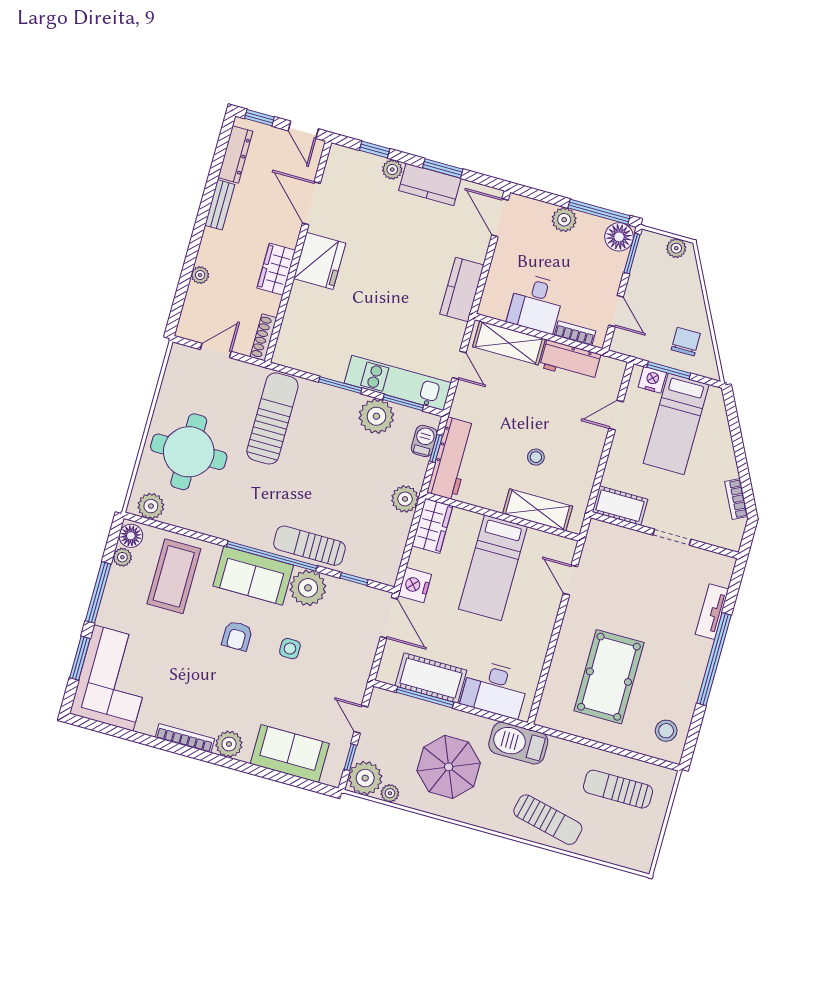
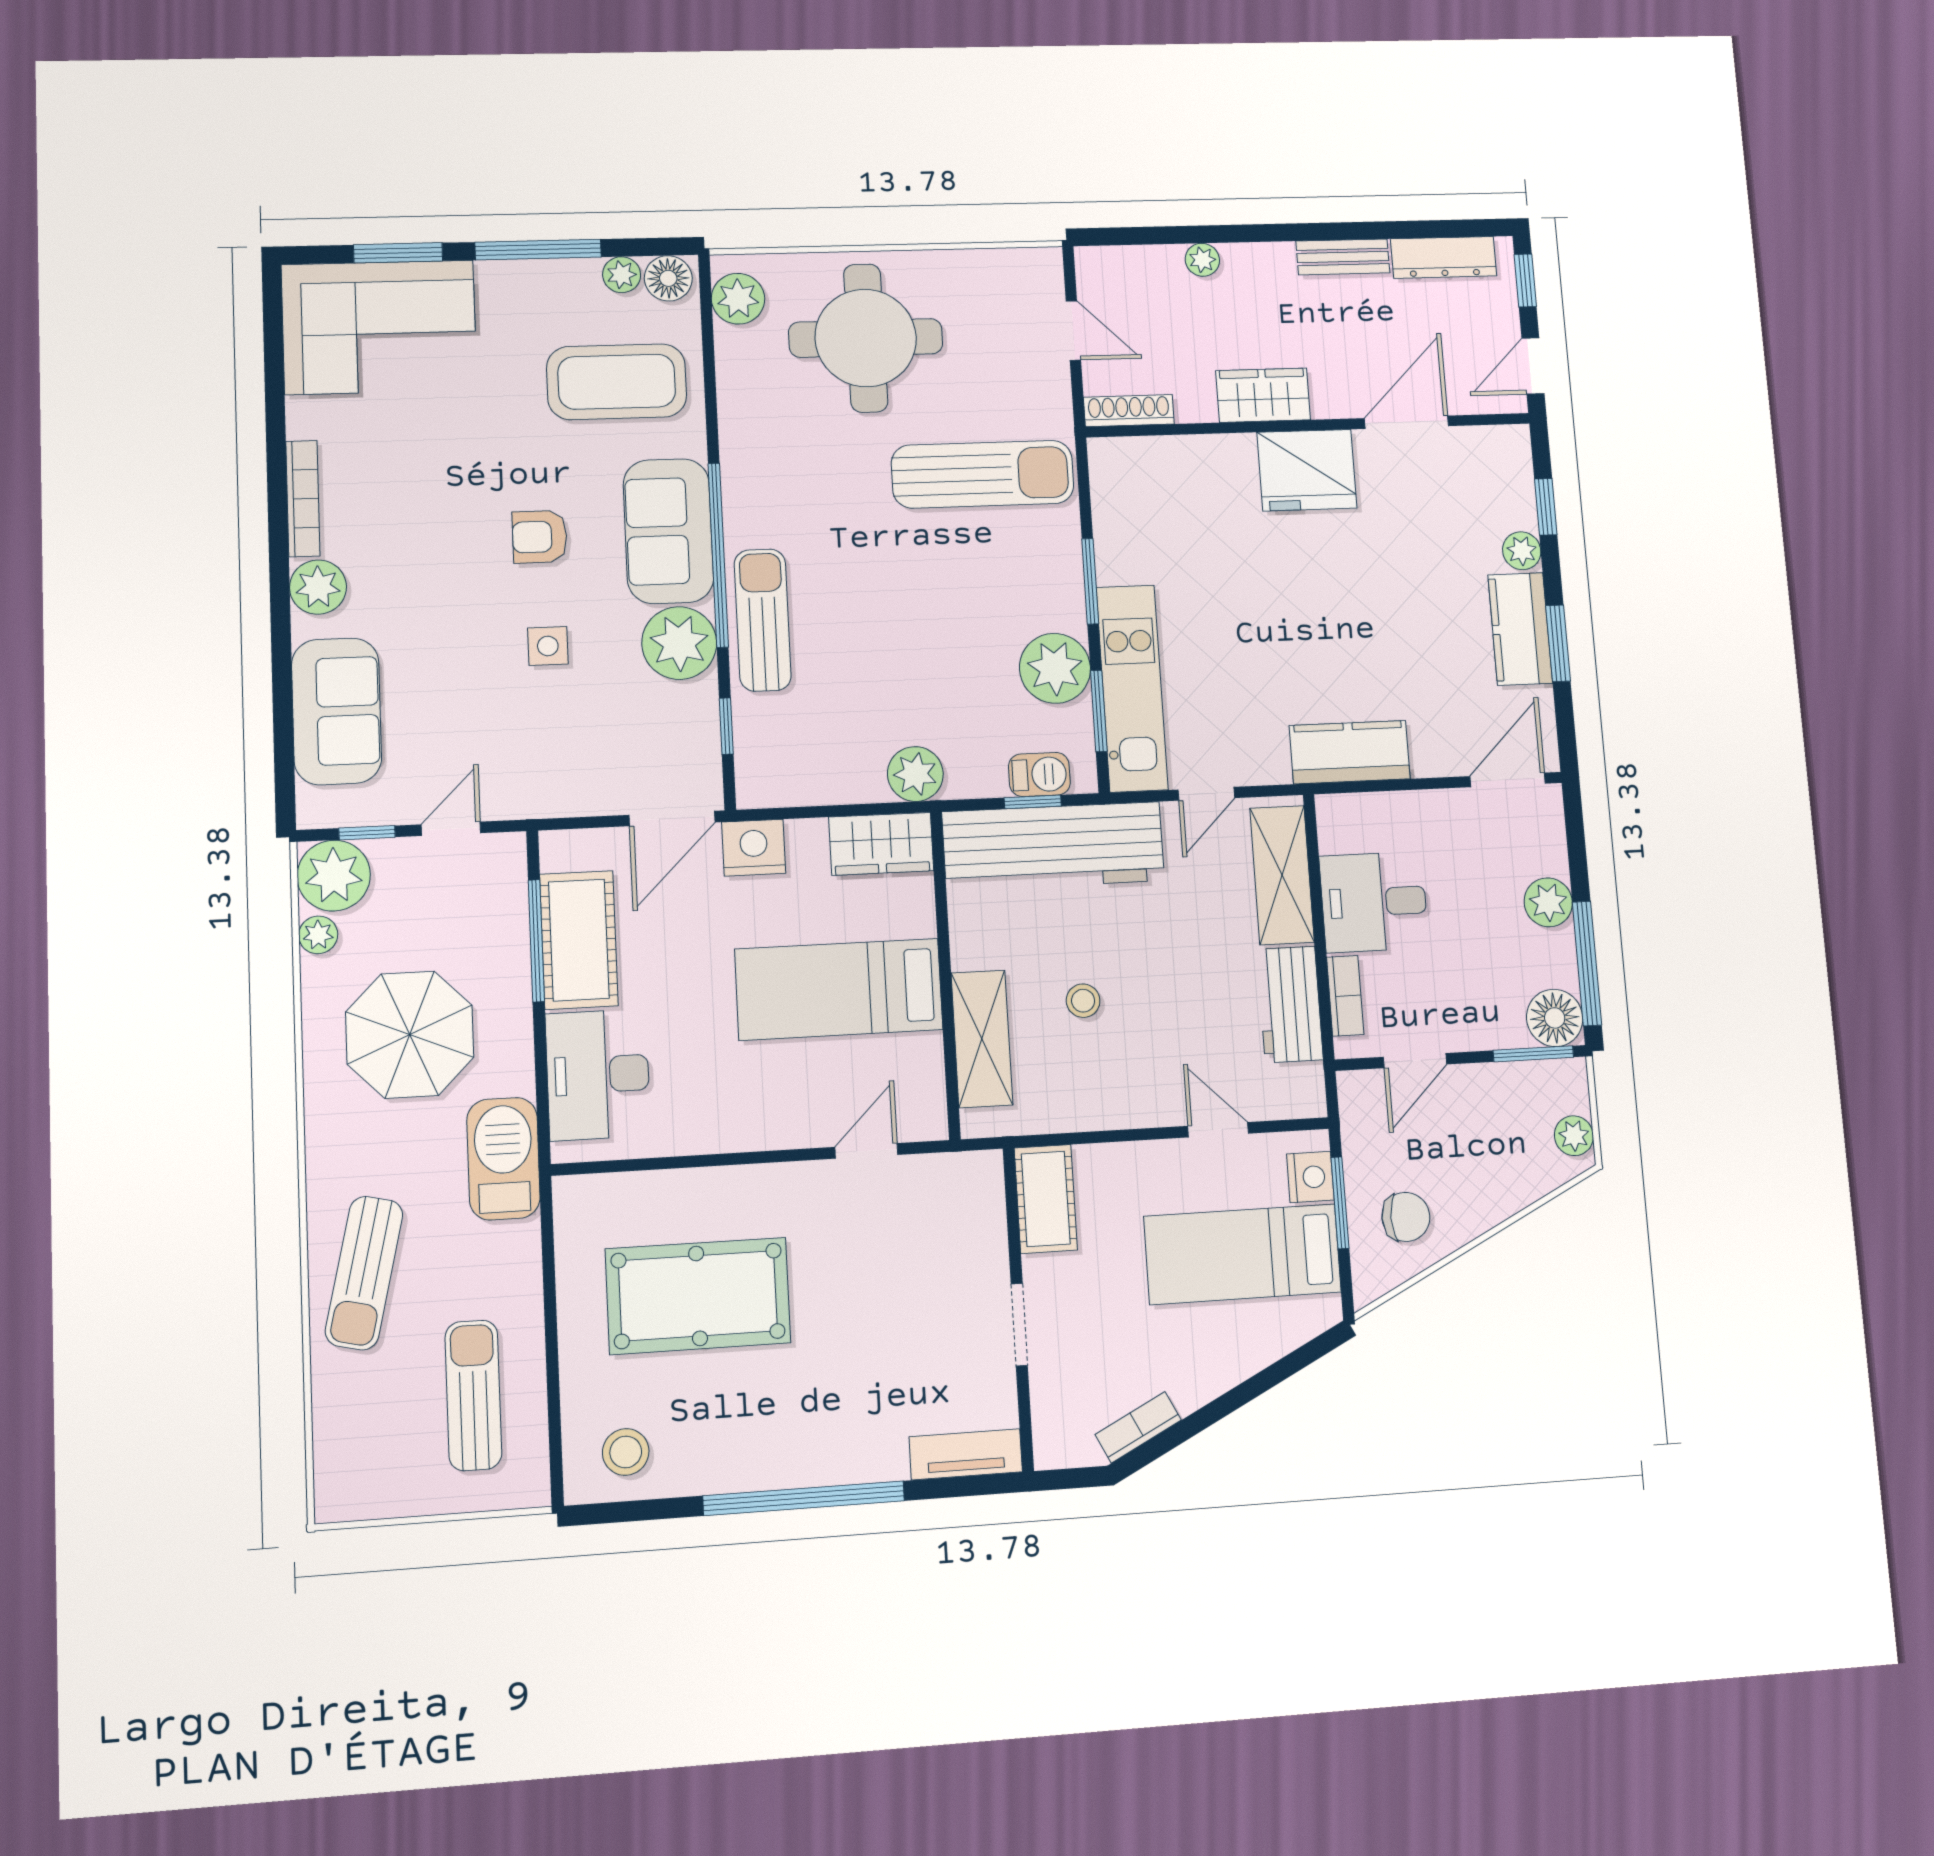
workbench: (451, 459) -> (1053, 846), width x1.36, depth x1.32
tv unit: (712, 612) -> (966, 1454), moved

